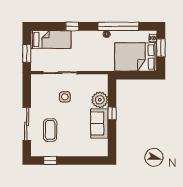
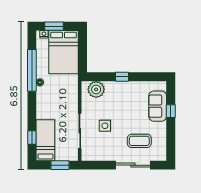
window: (72, 26) -> (32, 137), moved
plant: (100, 100) -> (96, 89), moved
sofa: (99, 123) -> (158, 106), moved, turned 90
window: (50, 160) -> (171, 111), moved

